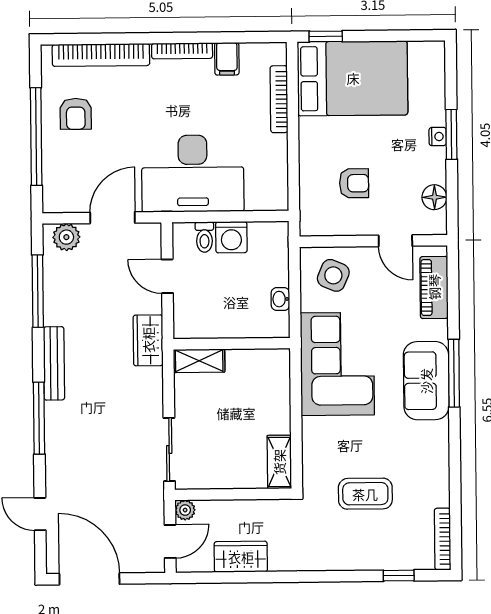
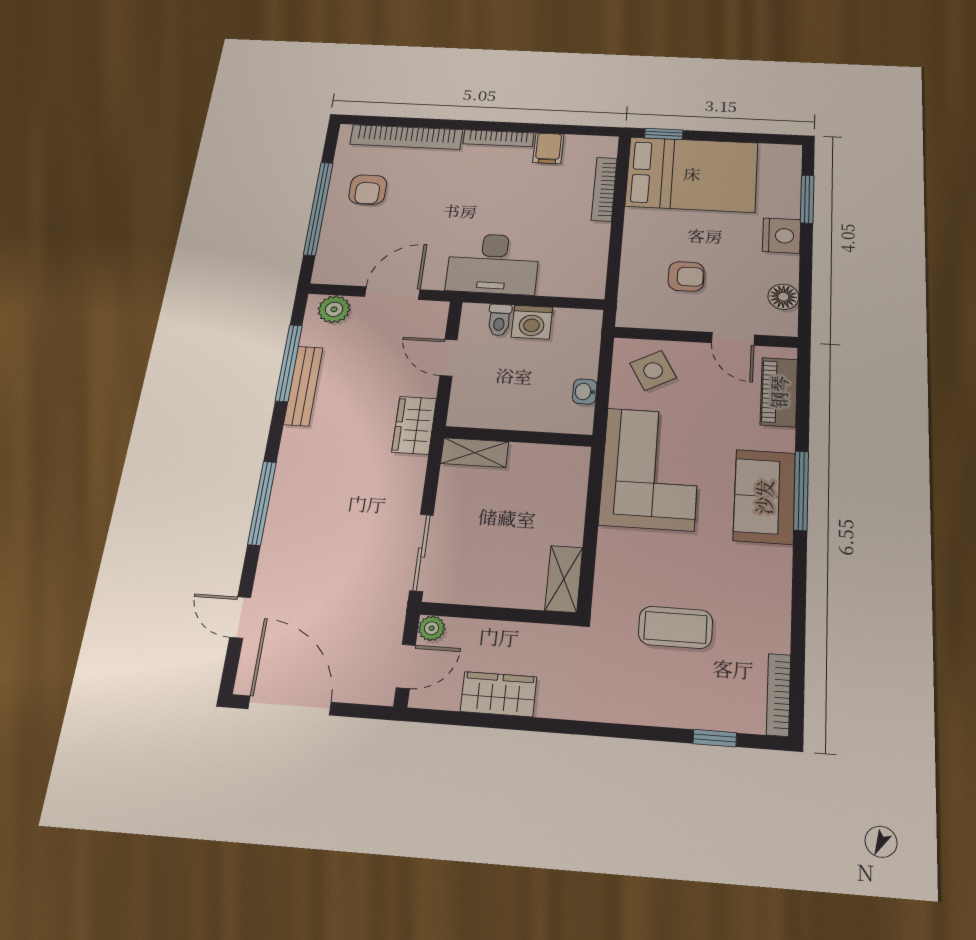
window: (451, 134) -> (807, 199), moved
nightstand: (438, 136) -> (782, 236), width x1.89, depth x1.79
desk: (193, 173) -> (493, 264), width x0.73, depth x0.77
side table: (333, 275) -> (653, 371), turned 38
bench: (54, 363) -> (303, 386), moved

